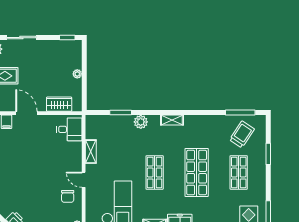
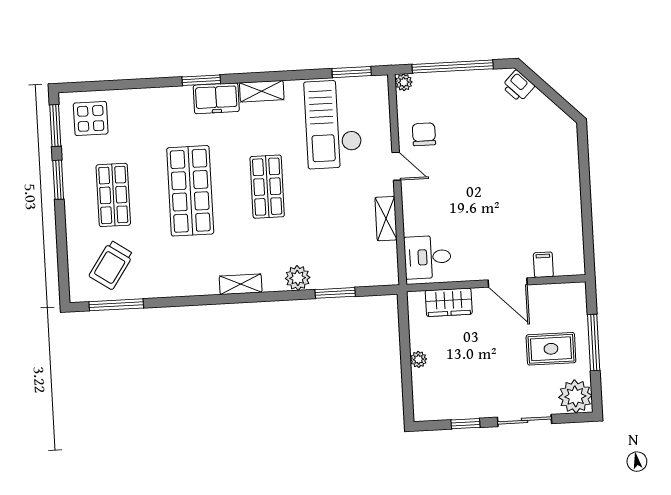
window: (67, 38) -> (465, 424), moved
window: (268, 154) -> (58, 180), moved

